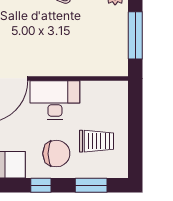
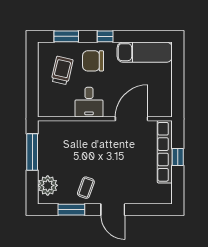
desk: (55, 100) -> (89, 102), width x0.73
trolley: (96, 141) -> (62, 70), turned 103

